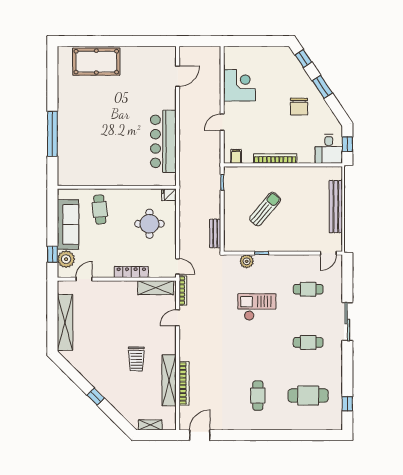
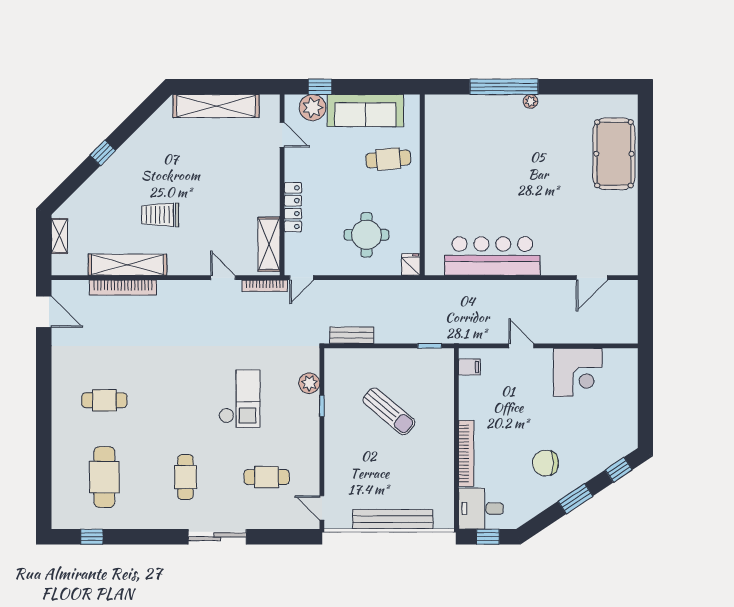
door: (178, 76) -> (592, 278), hinge flipped
plant: (62, 116) -> (531, 101), added
bookcase: (275, 159) -> (466, 453), moved
cafe table: (308, 289) -> (267, 477), turned 90

